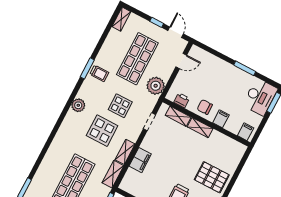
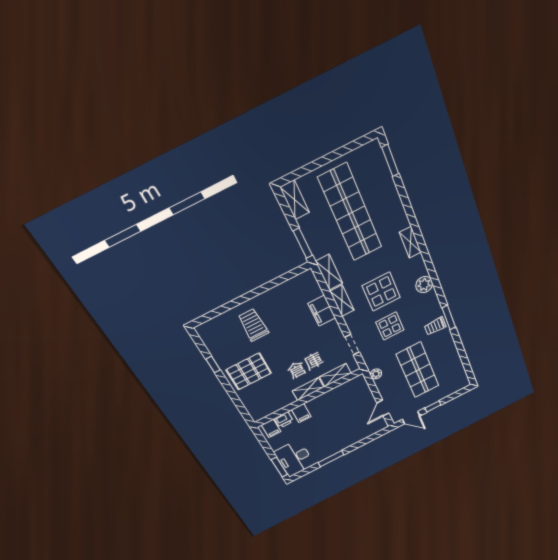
shelving: (121, 19) -> (410, 242), moved
plant: (156, 86) -> (376, 374), width x0.53, depth x0.53
printer: (182, 100) -> (284, 420), moved
chair: (205, 107) -> (324, 405), removed

